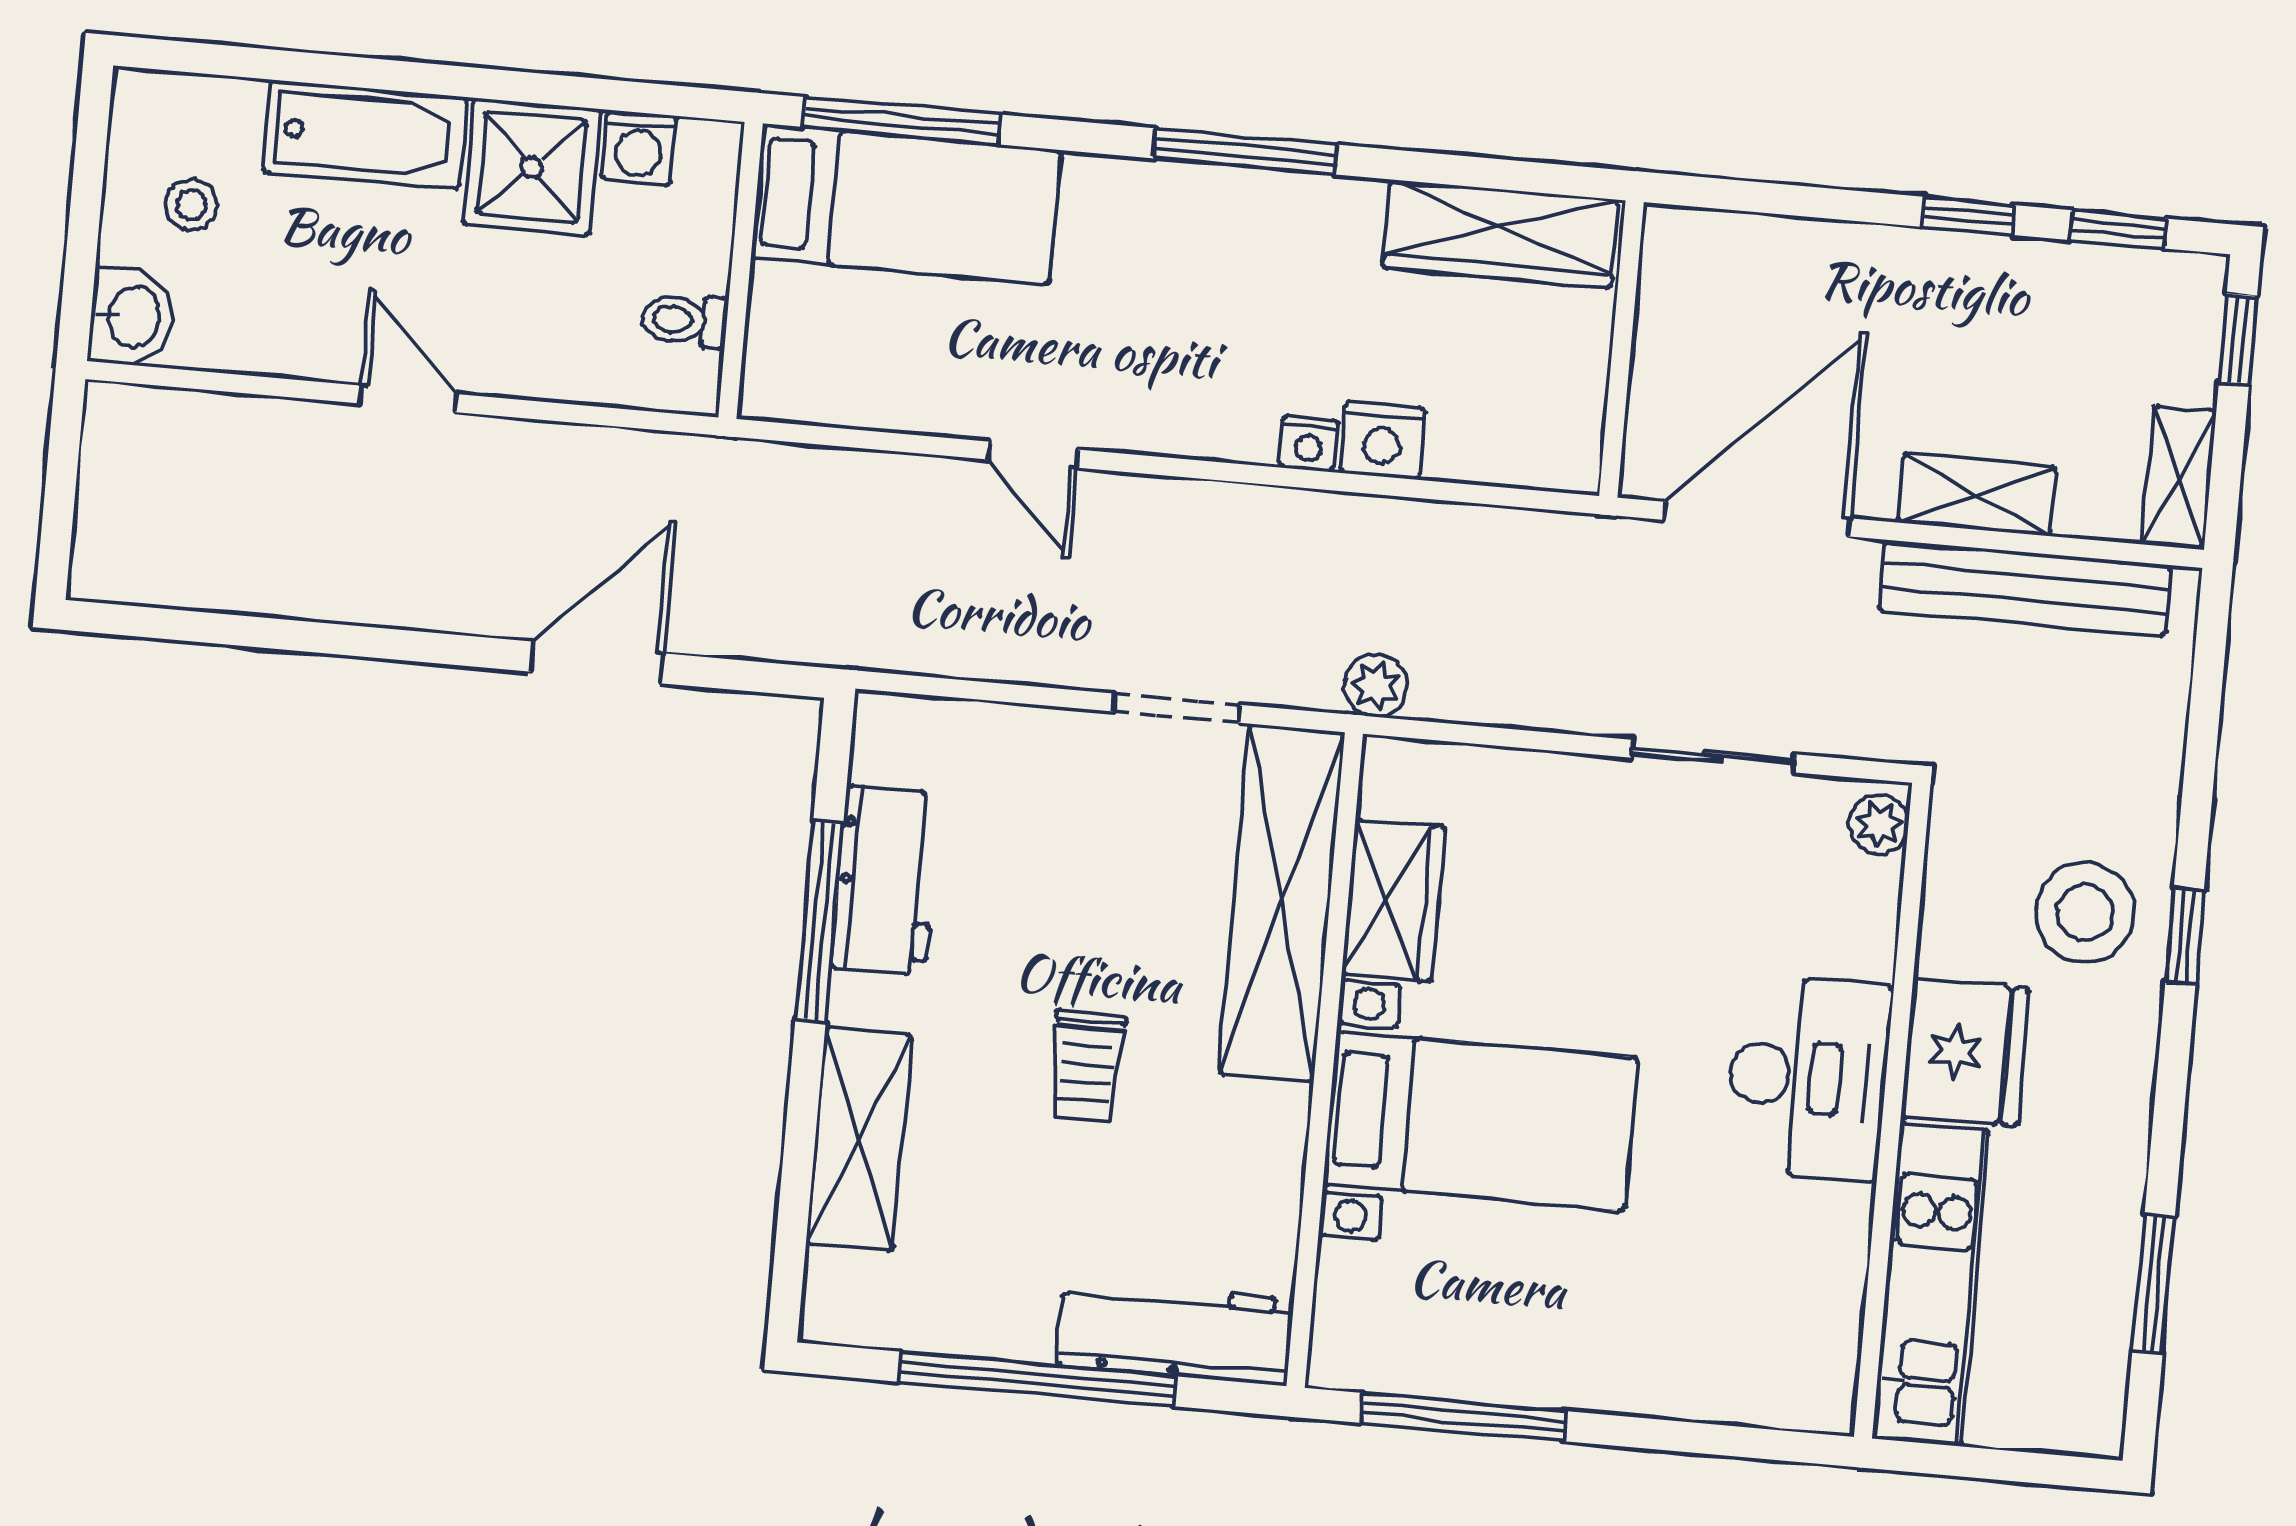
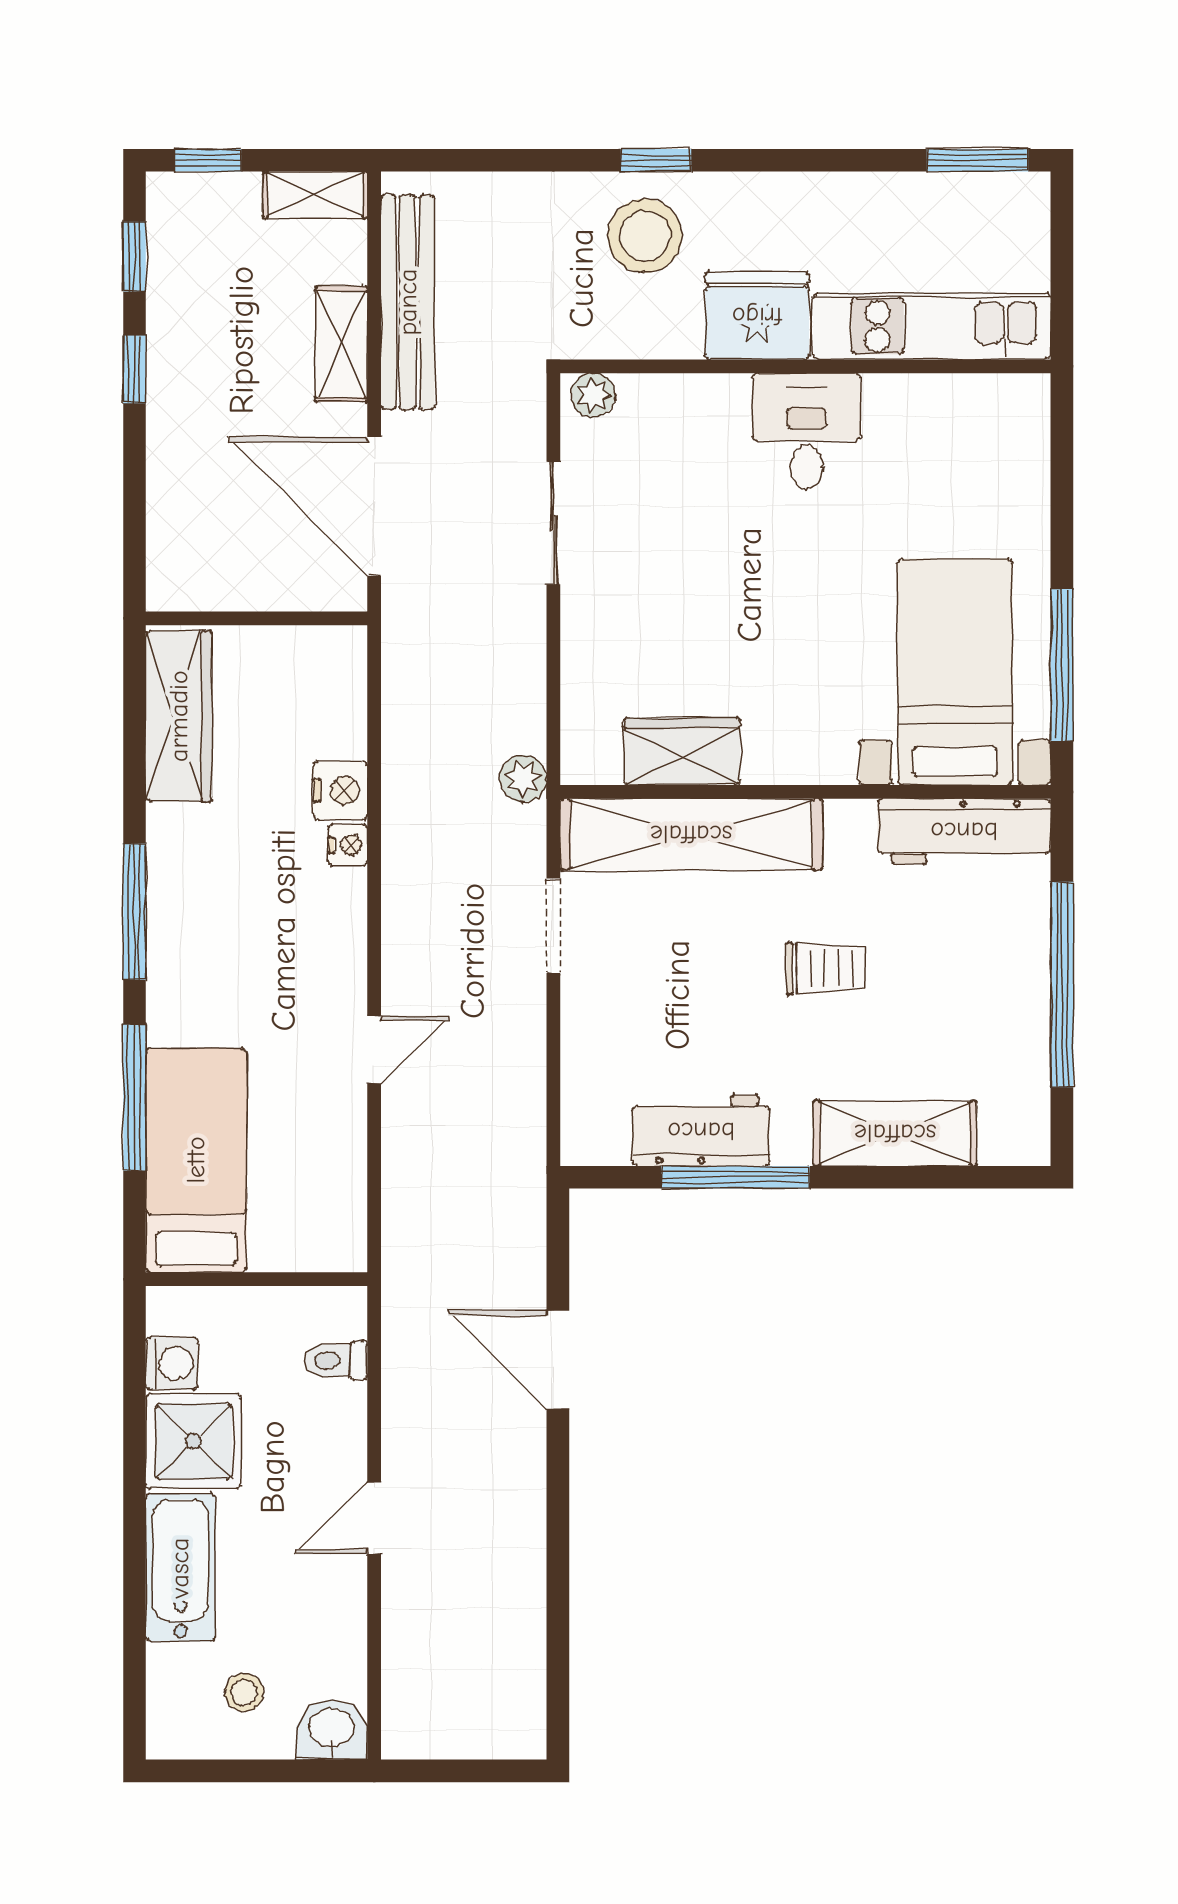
window: (902, 121) -> (134, 1098), moved
toilet: (684, 320) -> (336, 1360), moved, turned 90
desk: (1808, 1078) -> (806, 431), width x0.73
bed with nightstands: (1481, 1121) -> (955, 672), moved
window: (2154, 1284) -> (978, 160), moved
workbench: (1175, 1333) -> (964, 831), moved, turned -90

